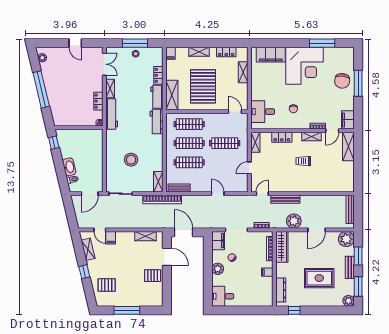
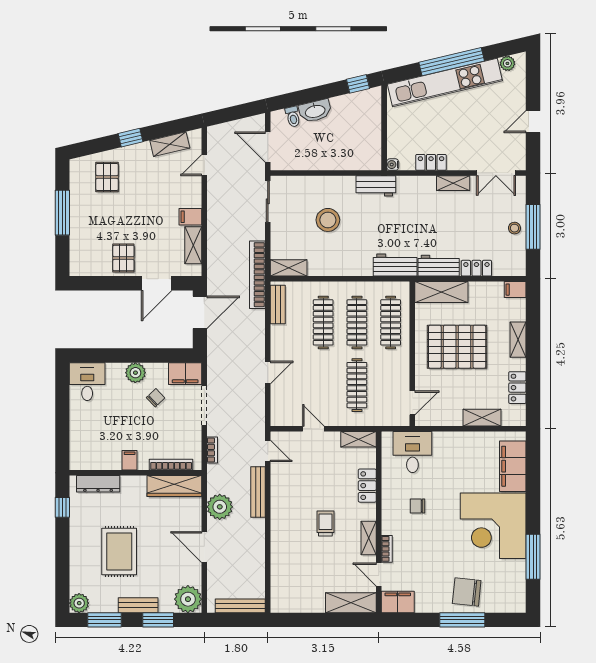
kitchen unit: (53, 93) -> (445, 82), added
workbench: (112, 114) -> (376, 186), moved, width x0.73
filing cabinet: (111, 238) -> (190, 217), moved

